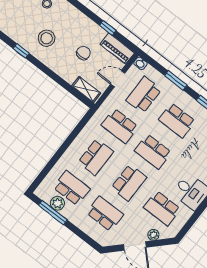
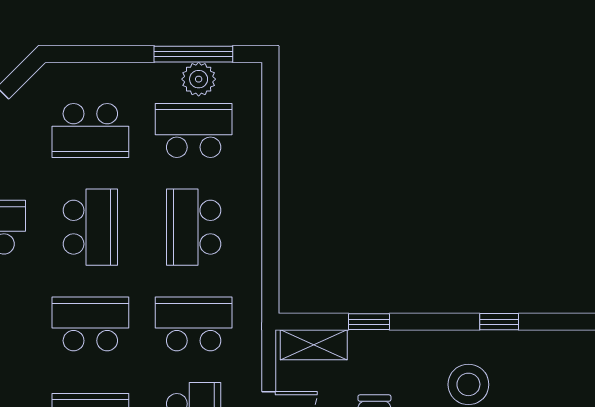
window: (63, 83) -> (369, 322), added
school desk: (129, 183) -> (90, 227), turned 180
school desk: (72, 188) -> (194, 130), turned 180

